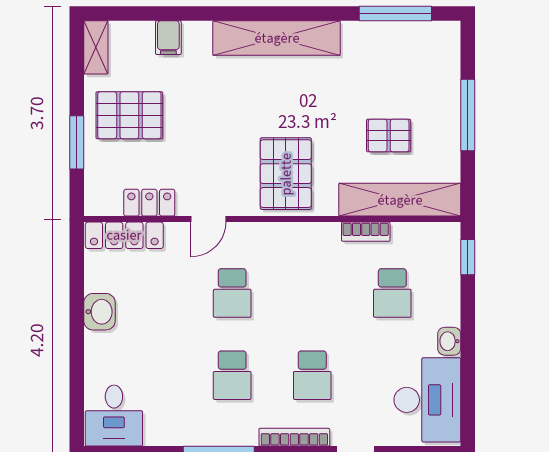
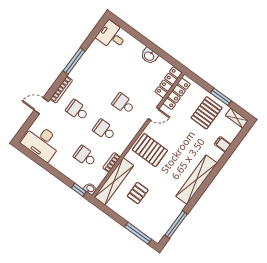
window: (468, 115) -> (138, 233), moved
window: (77, 142) -> (221, 97), moved
locker: (149, 203) -> (176, 94), width x1.53
door: (208, 219) -> (154, 114), swing flipped
washbasin: (449, 341) -> (90, 189), moved
school desk: (232, 375) -> (104, 130), moved

